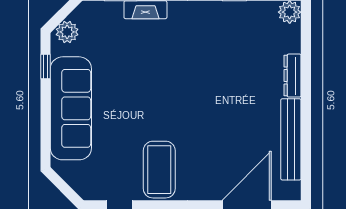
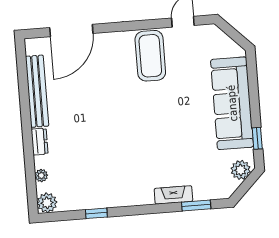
plant: (294, 43) -> (41, 176), added
dresser: (293, 76) -> (40, 142), width x0.70

